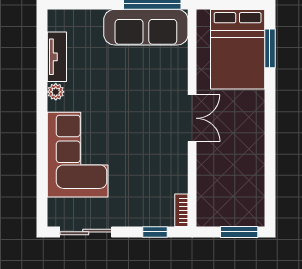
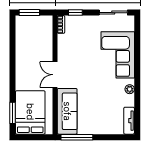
sofa: (146, 27) -> (67, 111), moved, turned 90
tv unit: (57, 57) -> (129, 121), moved

